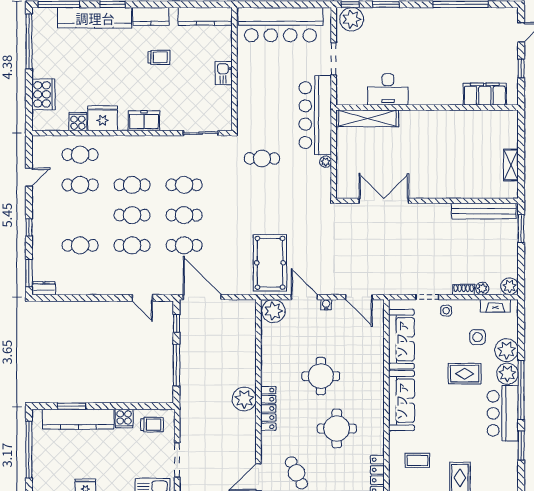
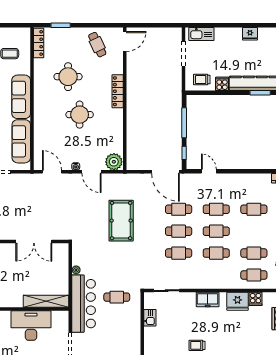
kitchen sink: (224, 73) -> (150, 318), moved
desk: (388, 89) -> (31, 326), width x1.36, depth x1.30
cafe table: (262, 158) -> (117, 297), moved
pool table: (270, 263) -> (121, 221), moved
plant: (244, 399) -> (135, 98), removed

